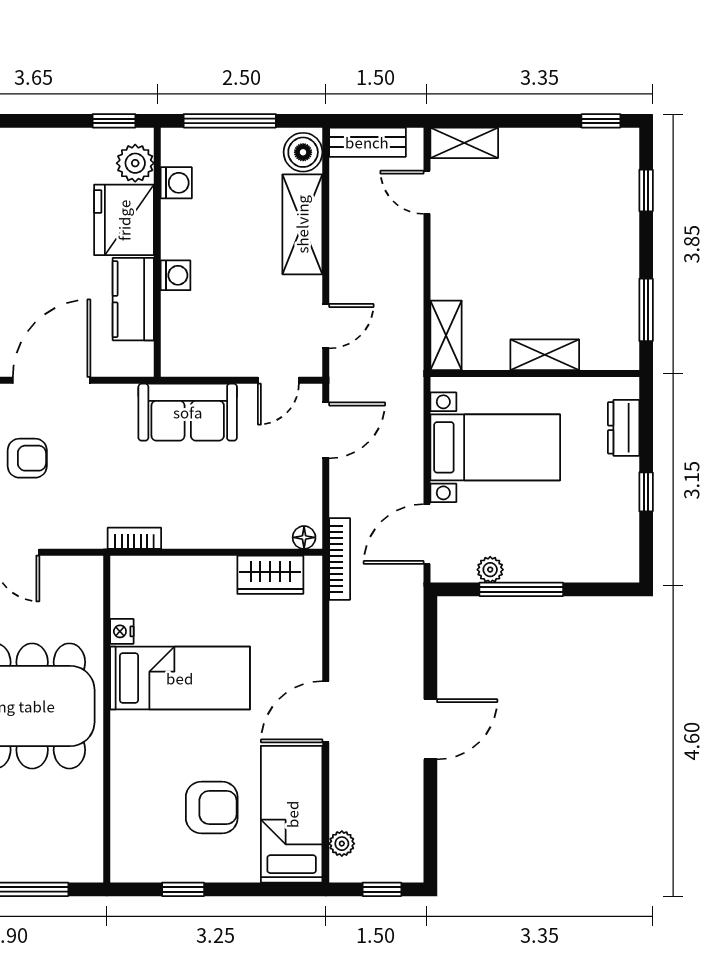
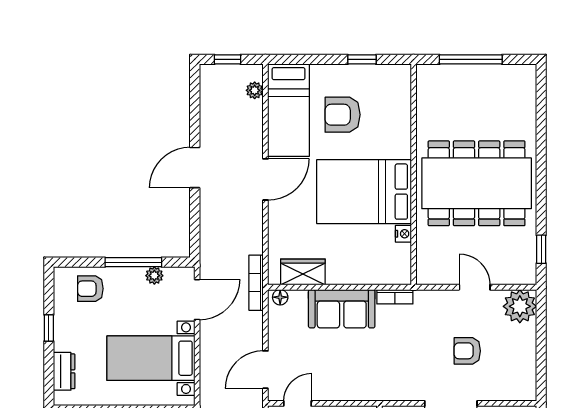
sofa: (188, 412) -> (342, 309), moved, turned 180
armchair: (585, 550) -> (90, 289), added
bed: (180, 678) -> (364, 192), width x1.50

